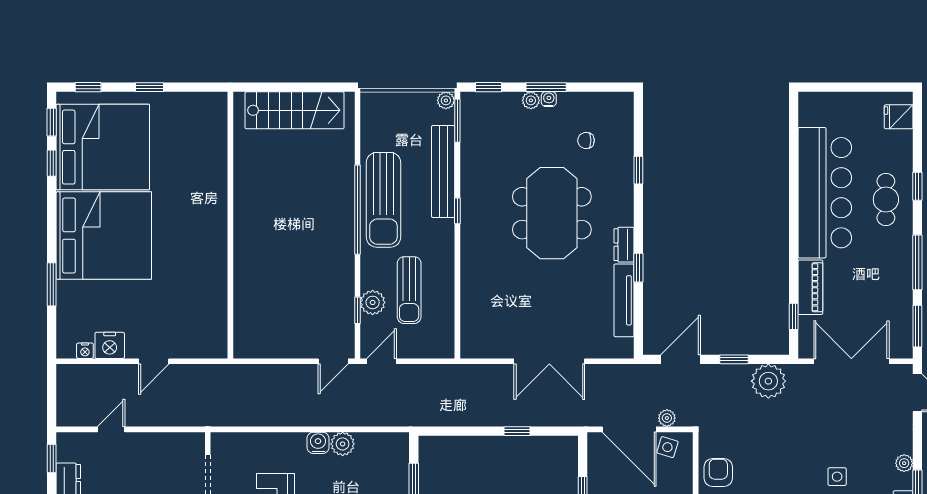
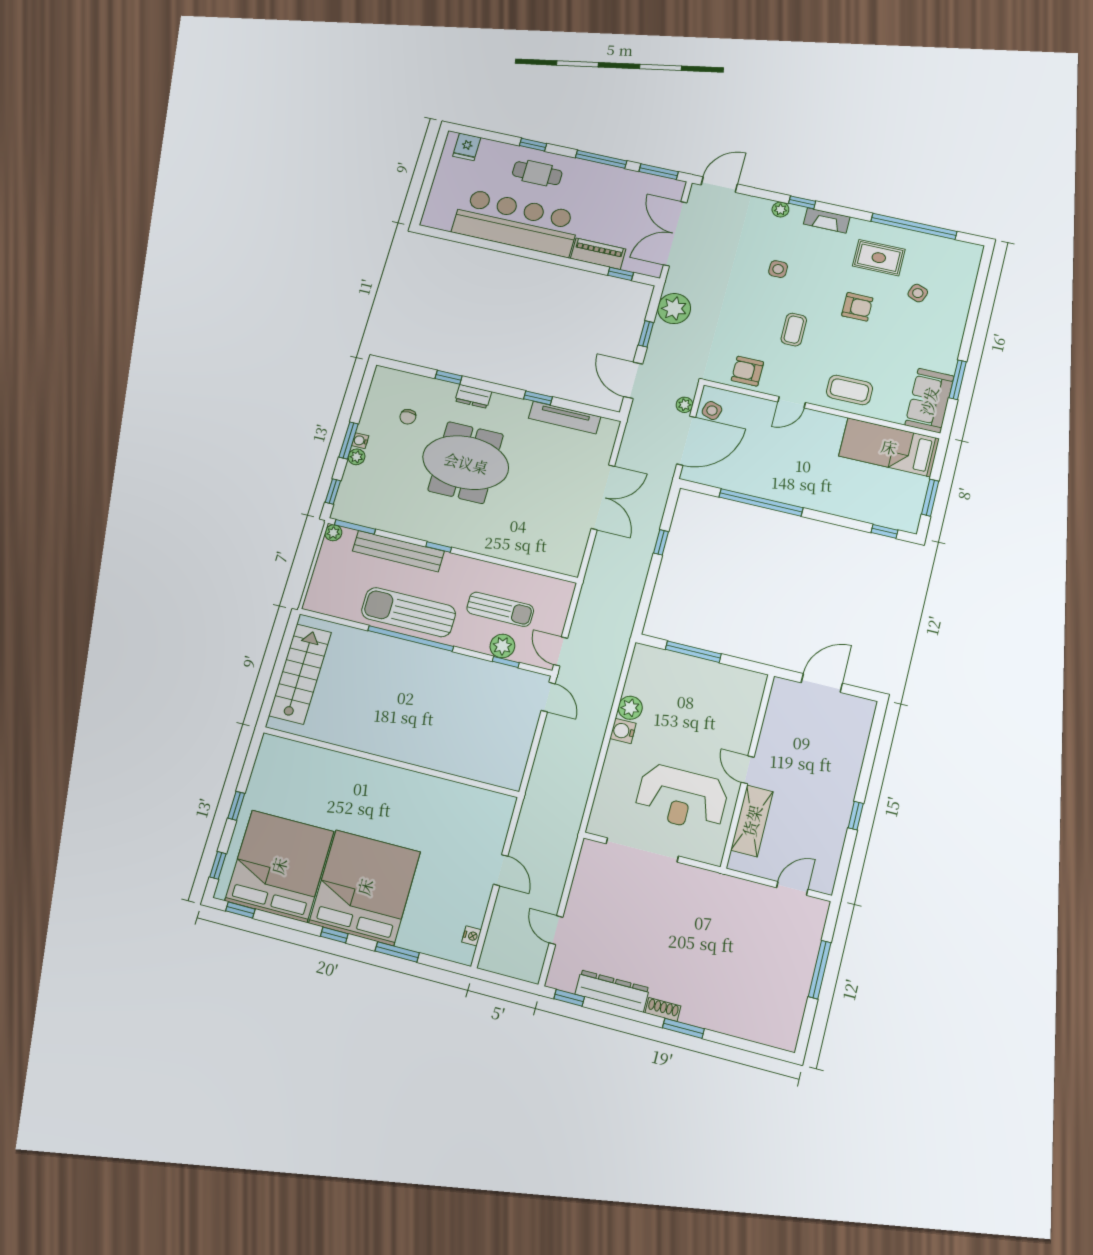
window: (52, 163) -> (334, 935), moved
sun lounger: (383, 200) -> (408, 612), turned 180
dresser: (624, 245) -> (473, 396), moved
nightstand: (110, 345) -> (473, 910), removed

